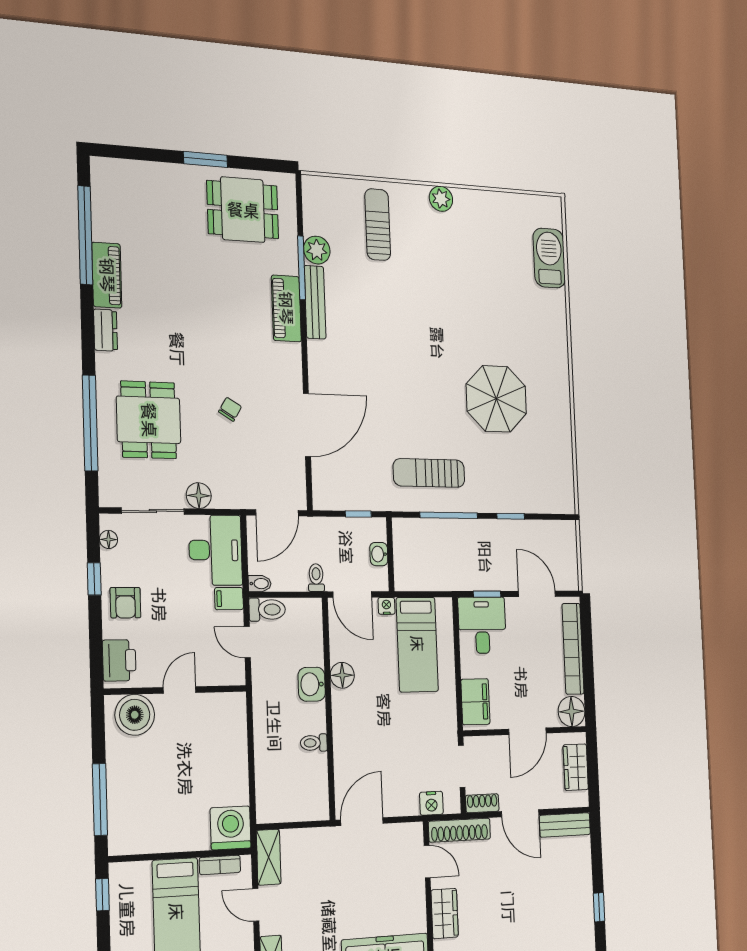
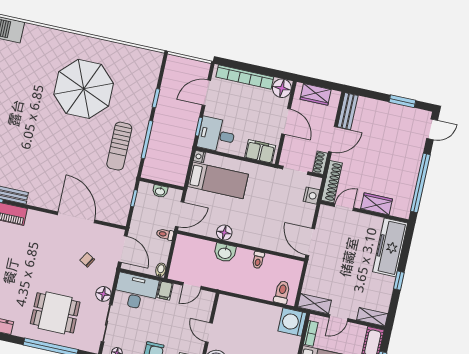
parasol: (496, 399) -> (84, 89), width x1.36, depth x1.36
chair: (230, 409) -> (87, 260), moved
nightstand: (386, 606) -> (199, 157), moved
toilet: (267, 610) -> (282, 292), moved
window: (599, 907) -> (402, 101), width x1.50

